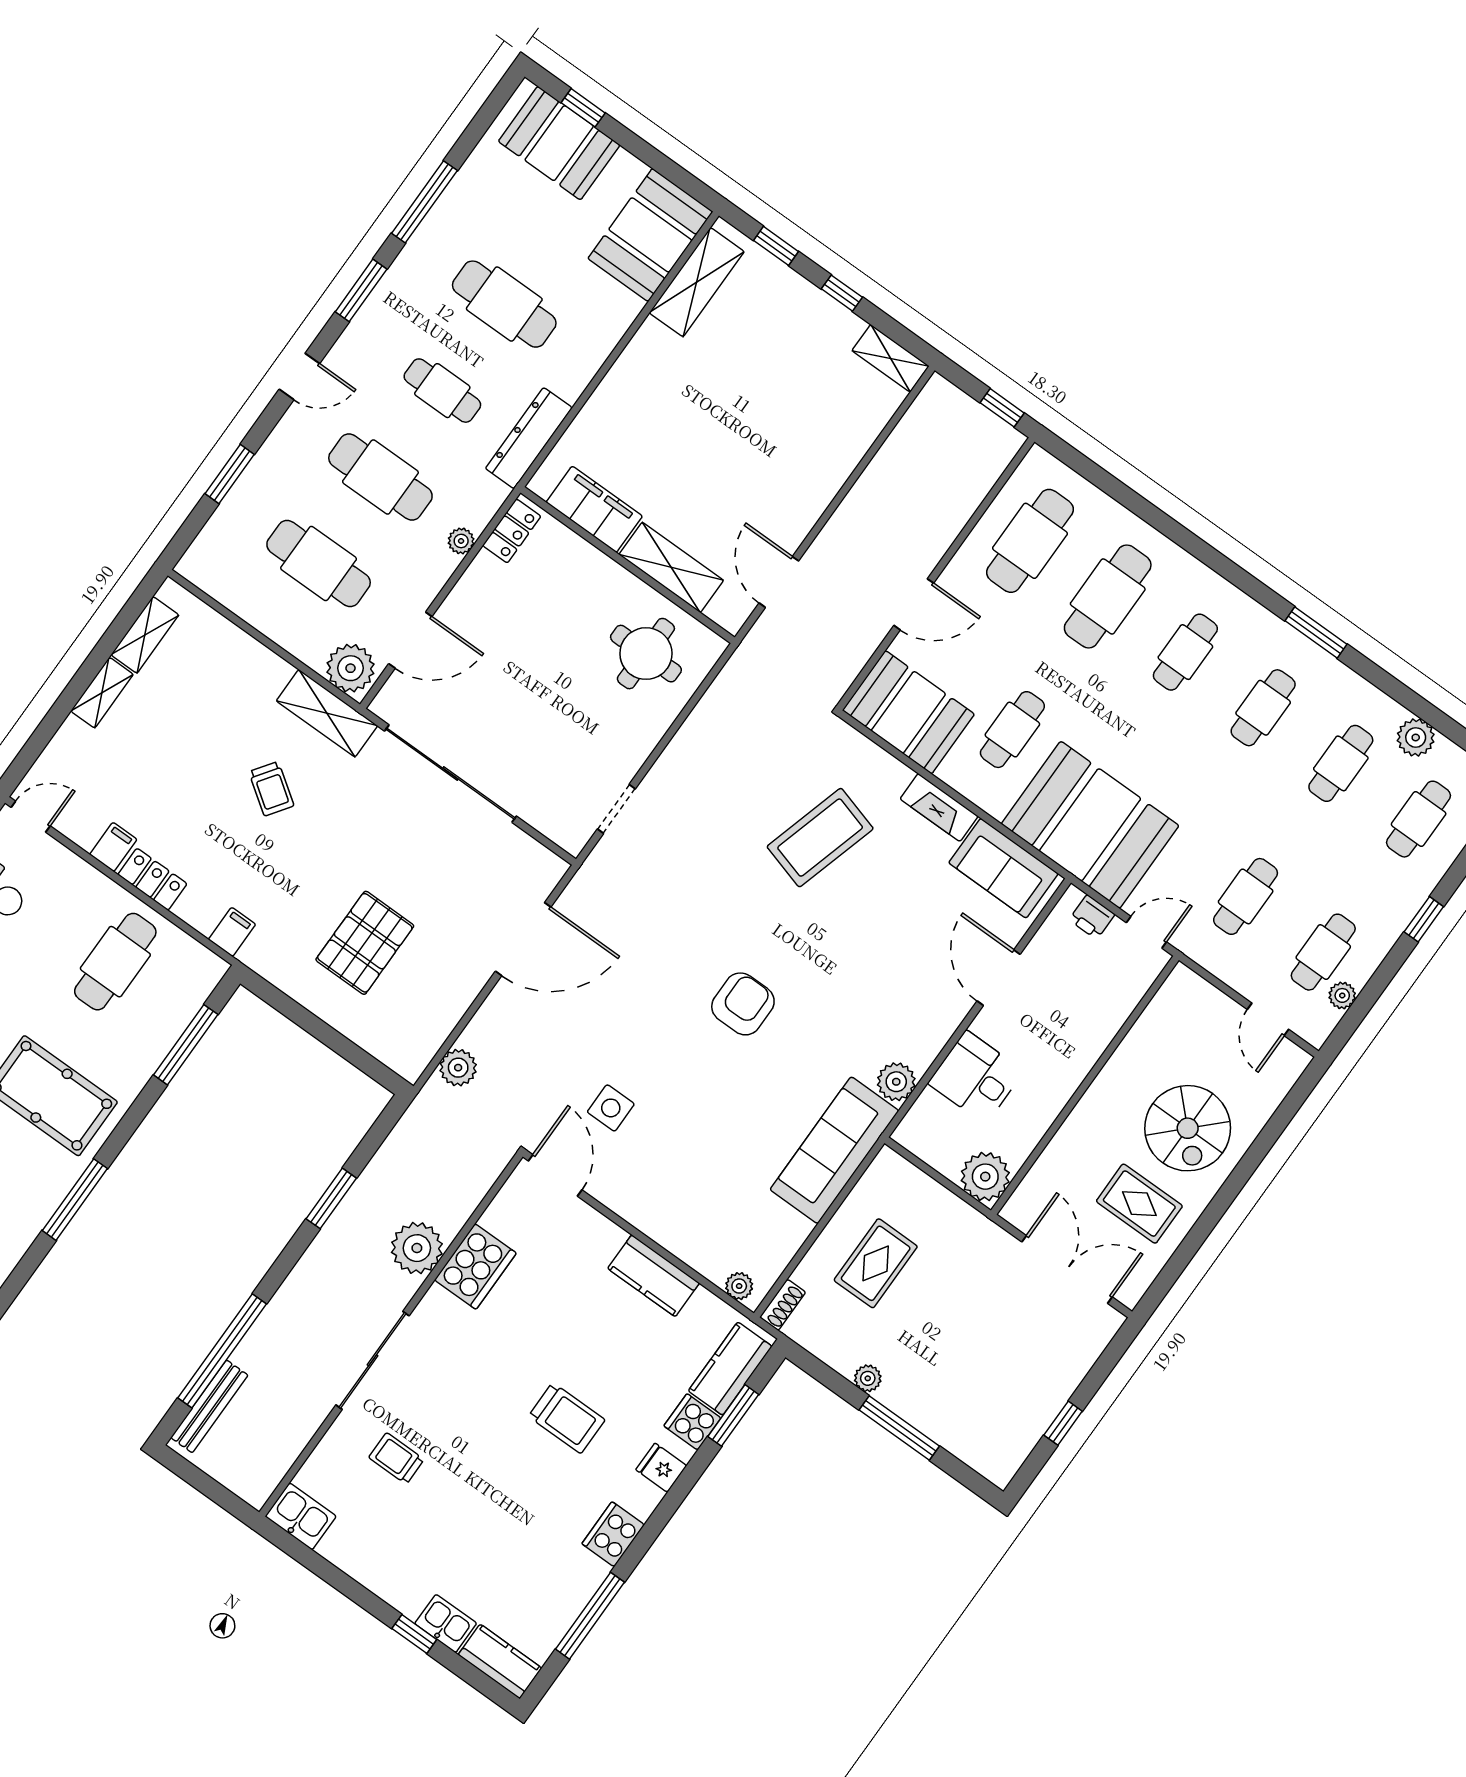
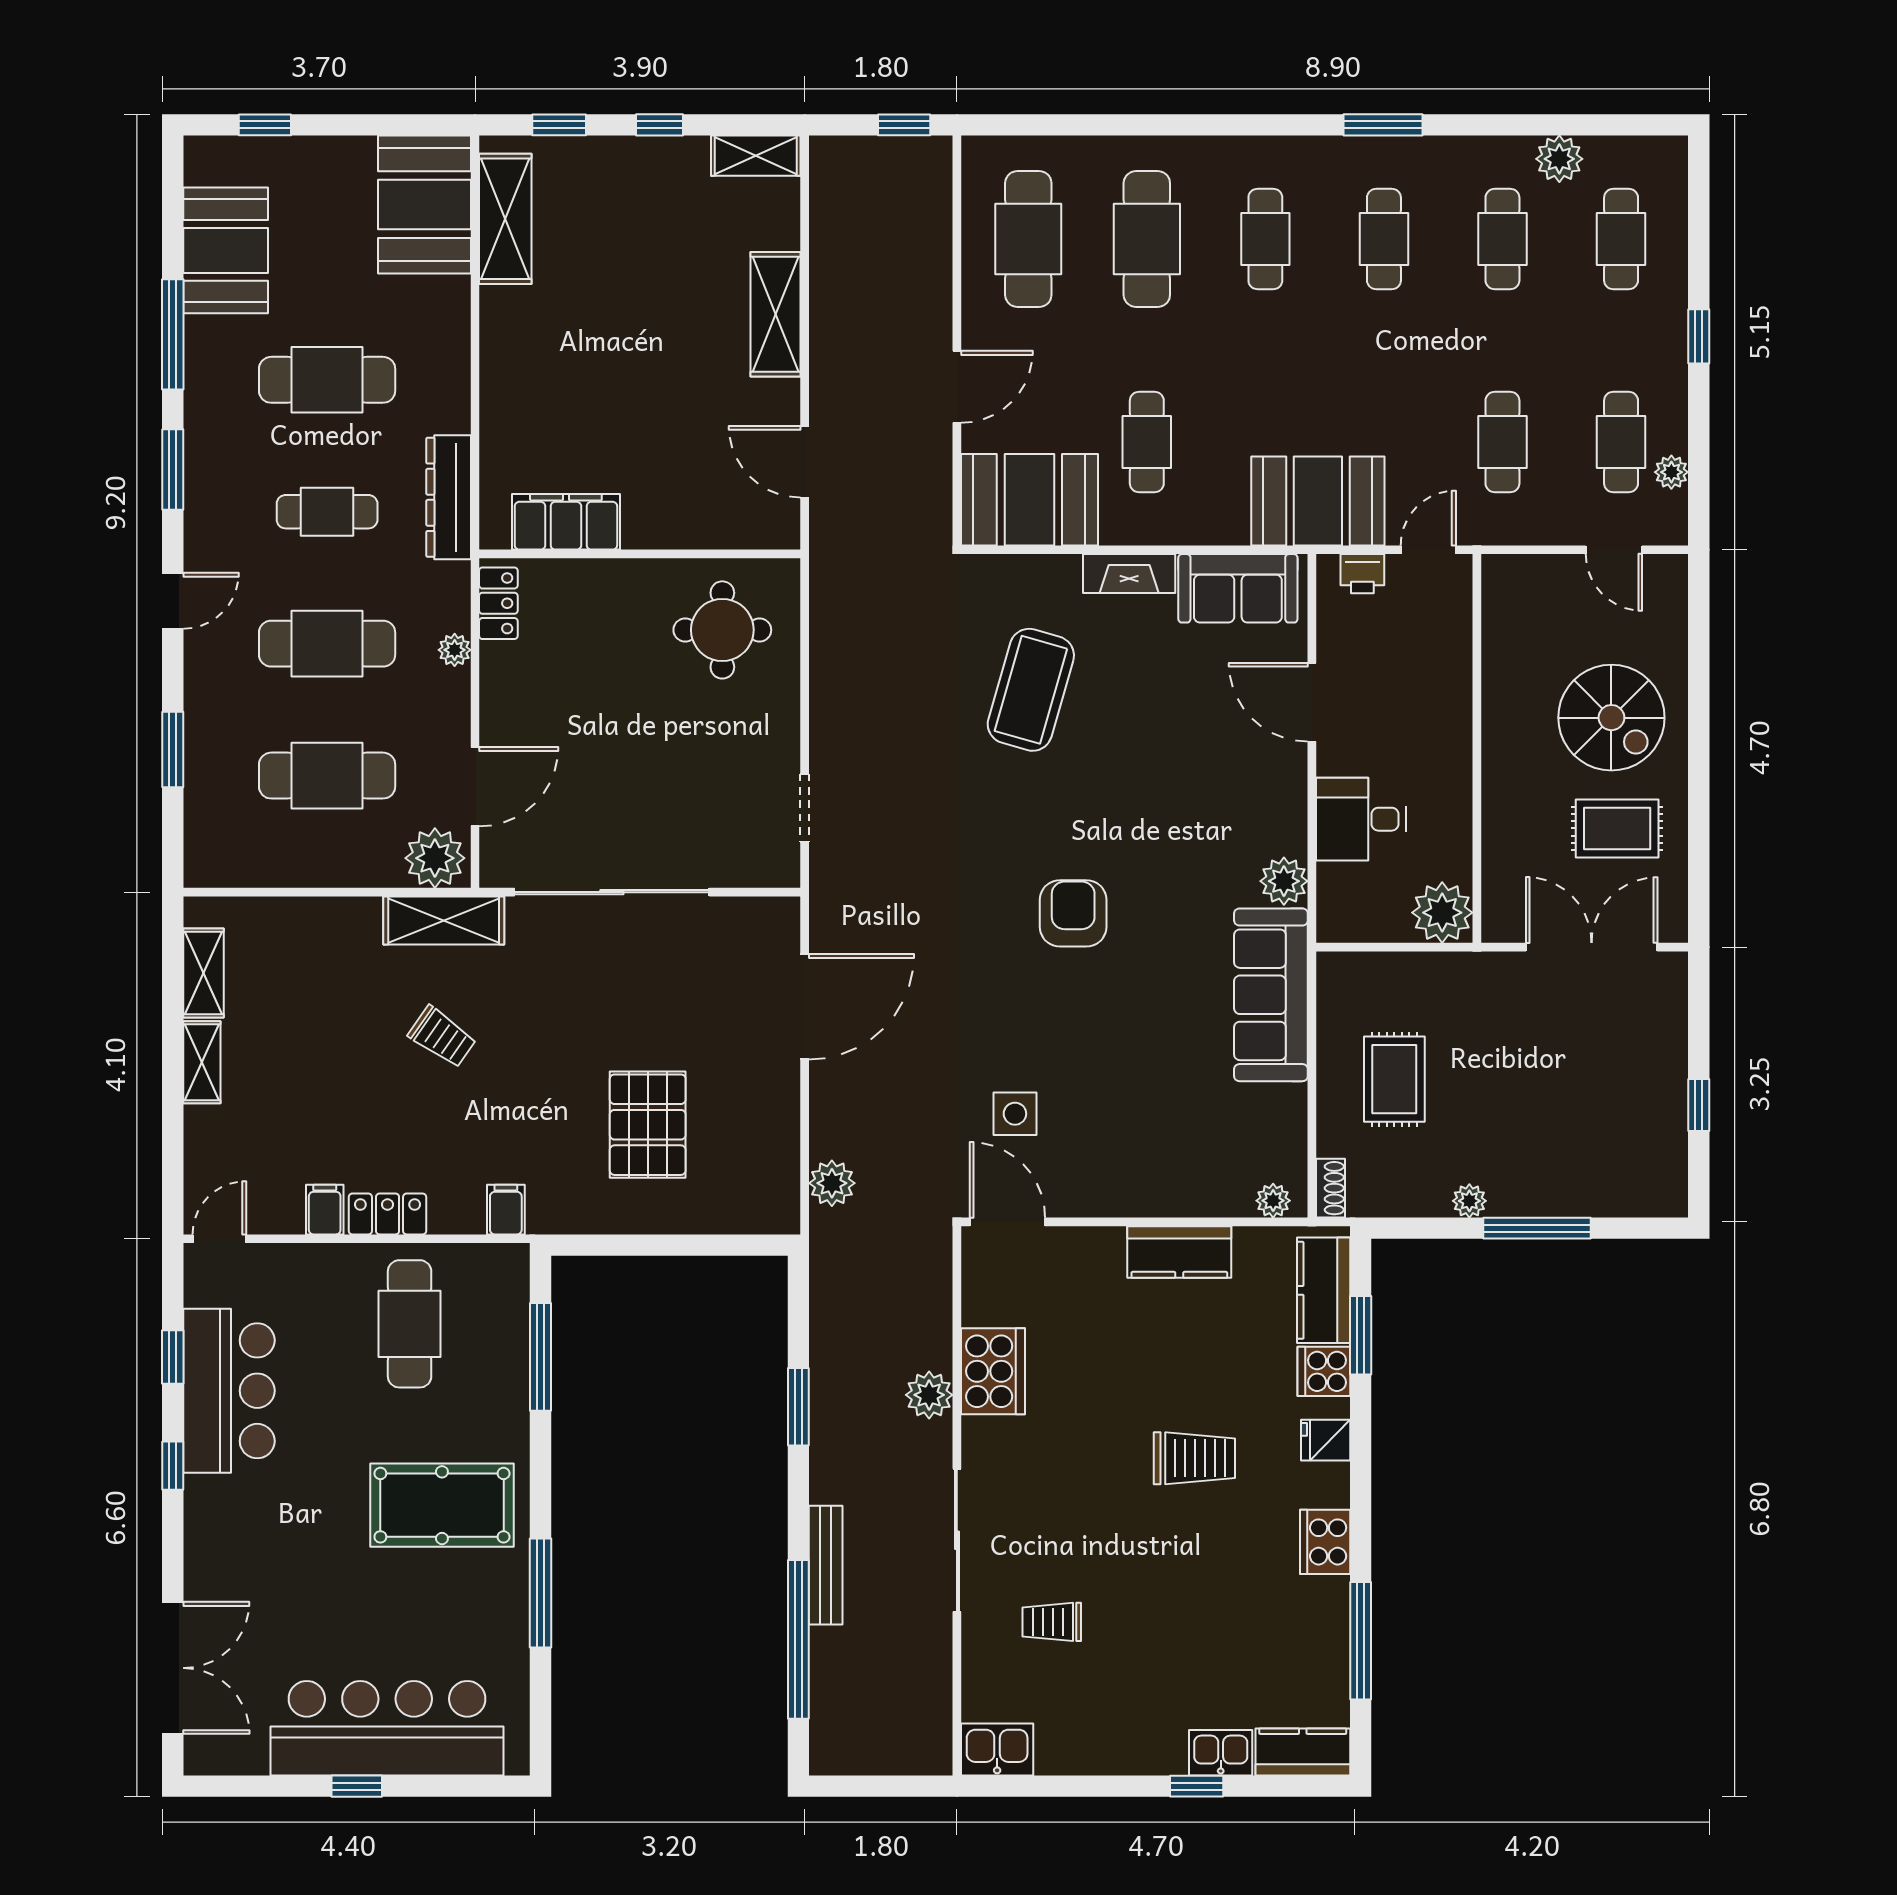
booth: (559, 143) -> (226, 250), moved, turned 90
shelving: (671, 567) -> (776, 314), moved, turned 90
booth: (1090, 825) -> (1318, 501), width x0.73, depth x0.70
plant: (417, 1248) -> (929, 1395), width x0.73, depth x0.73
bench: (209, 1406) -> (826, 1565), moved

